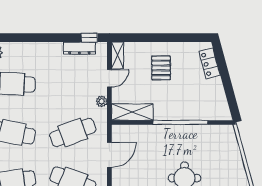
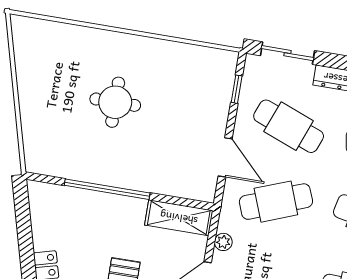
door: (109, 155) -> (225, 157), swing flipped

